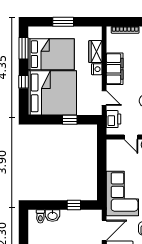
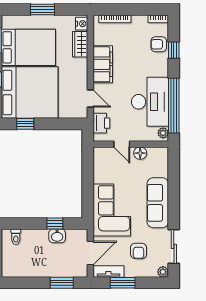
nightstand: (97, 69) -> (82, 24), moved
window: (70, 120) -> (25, 124), moved
washbasin: (53, 216) -> (57, 236), moved

